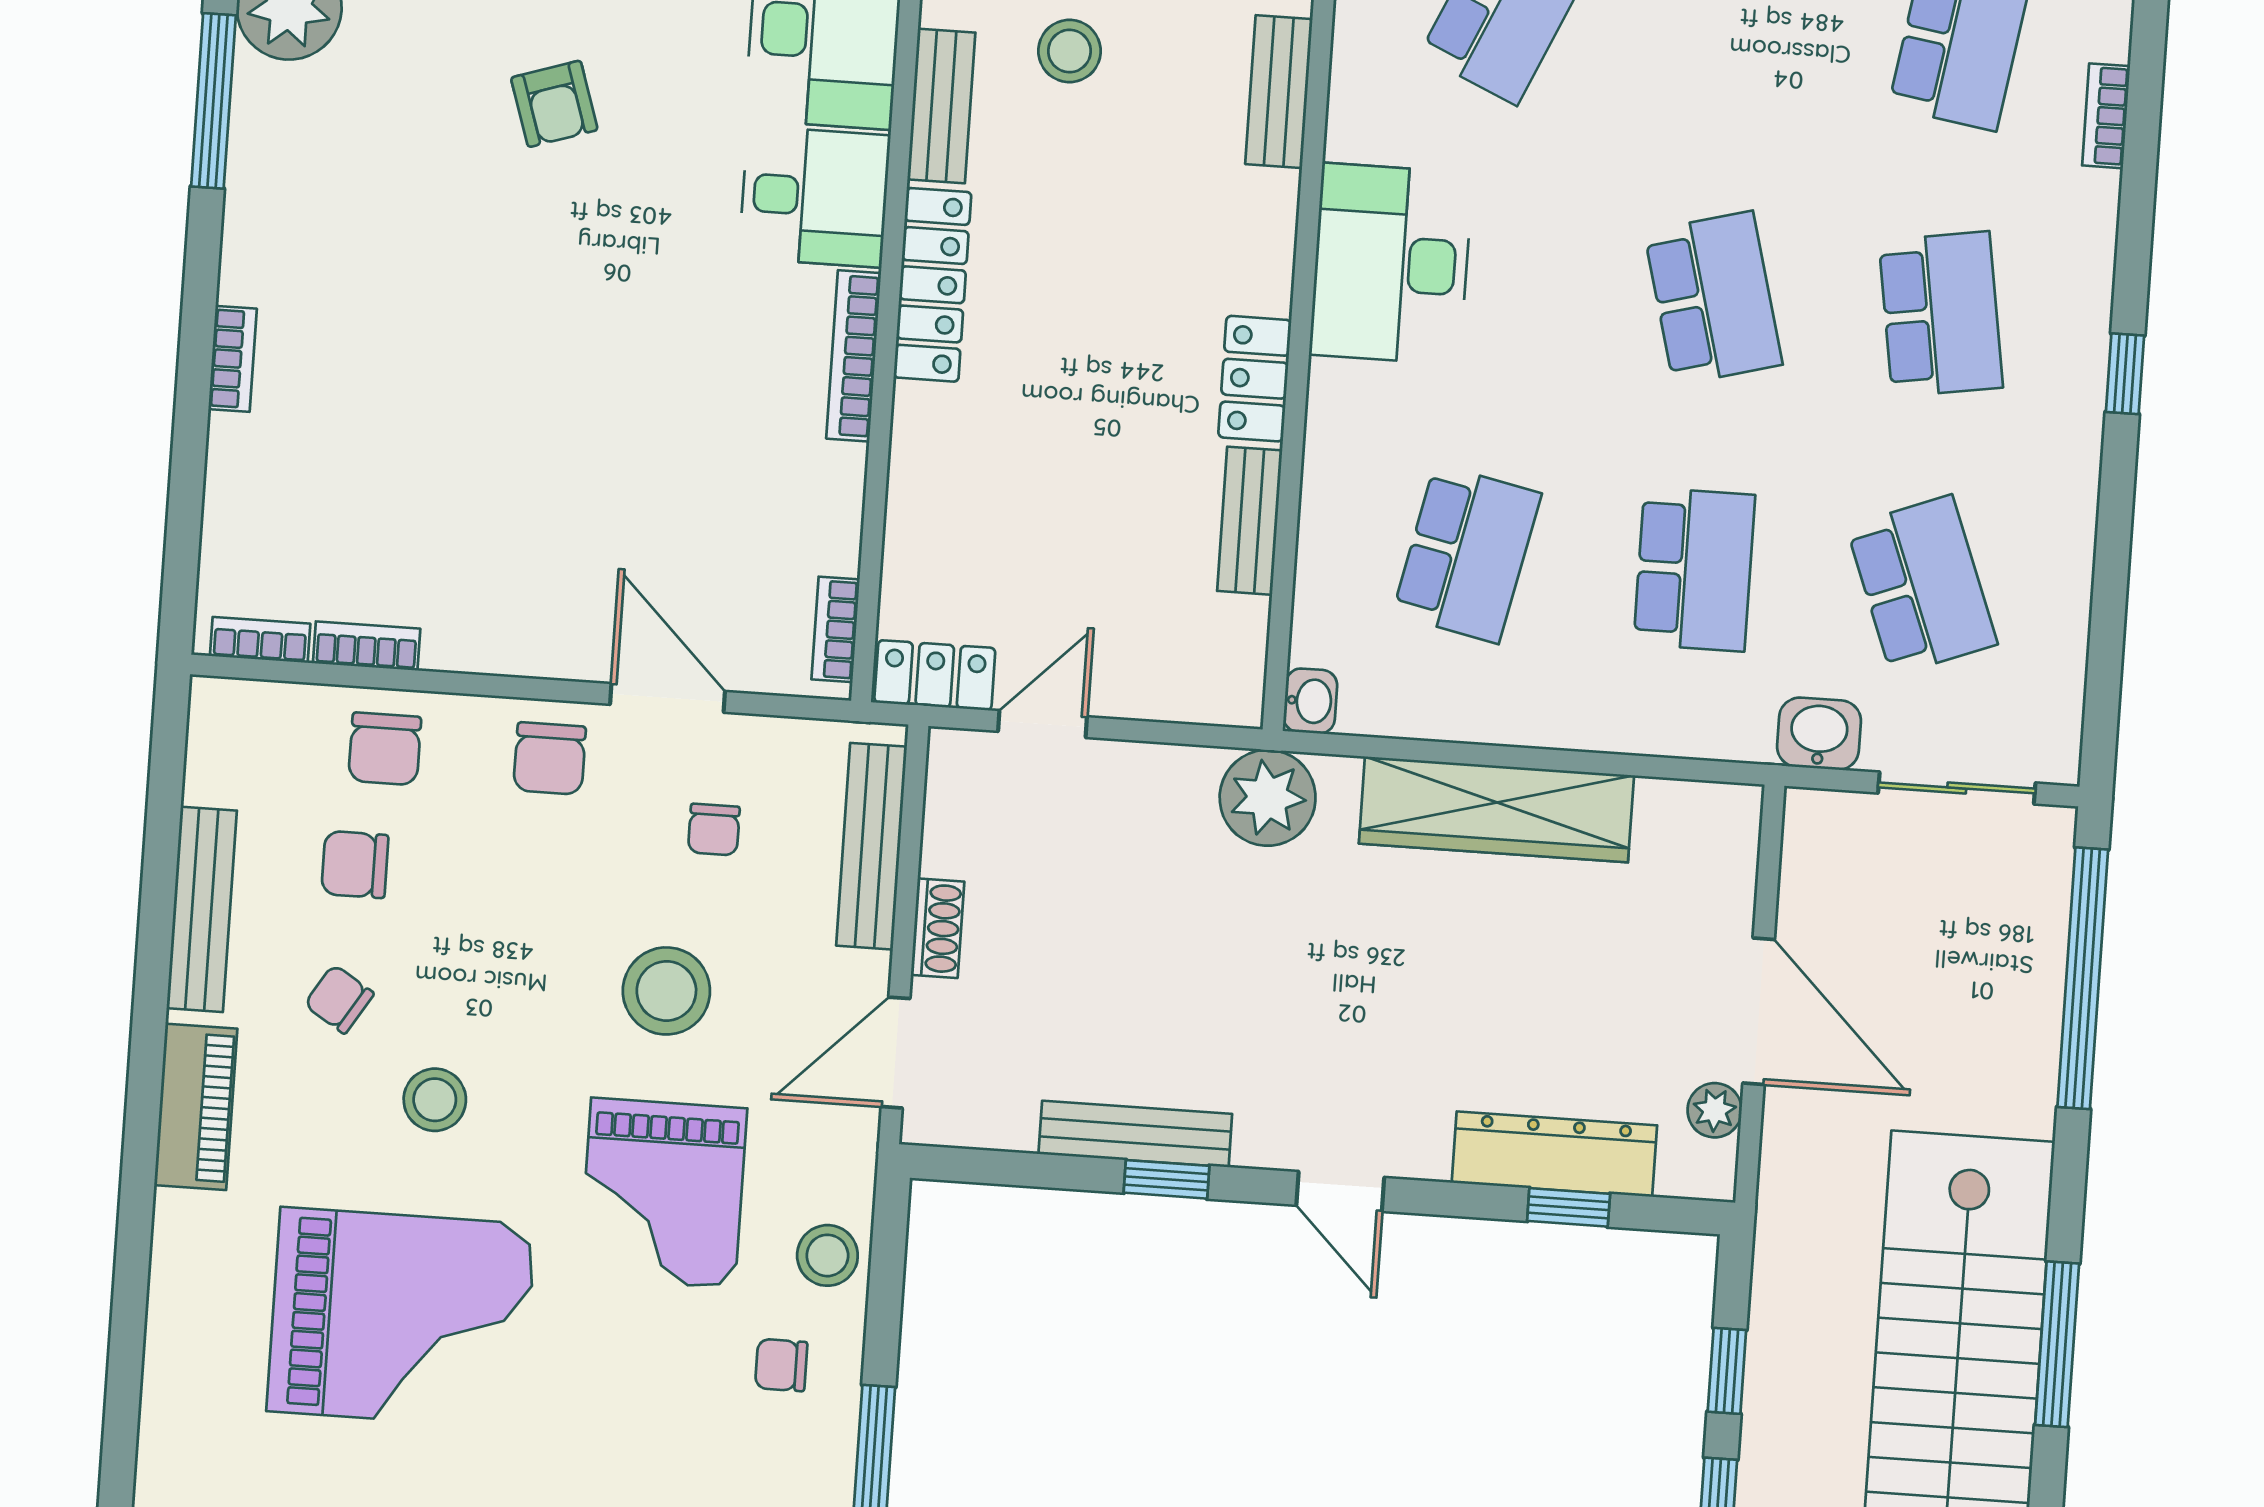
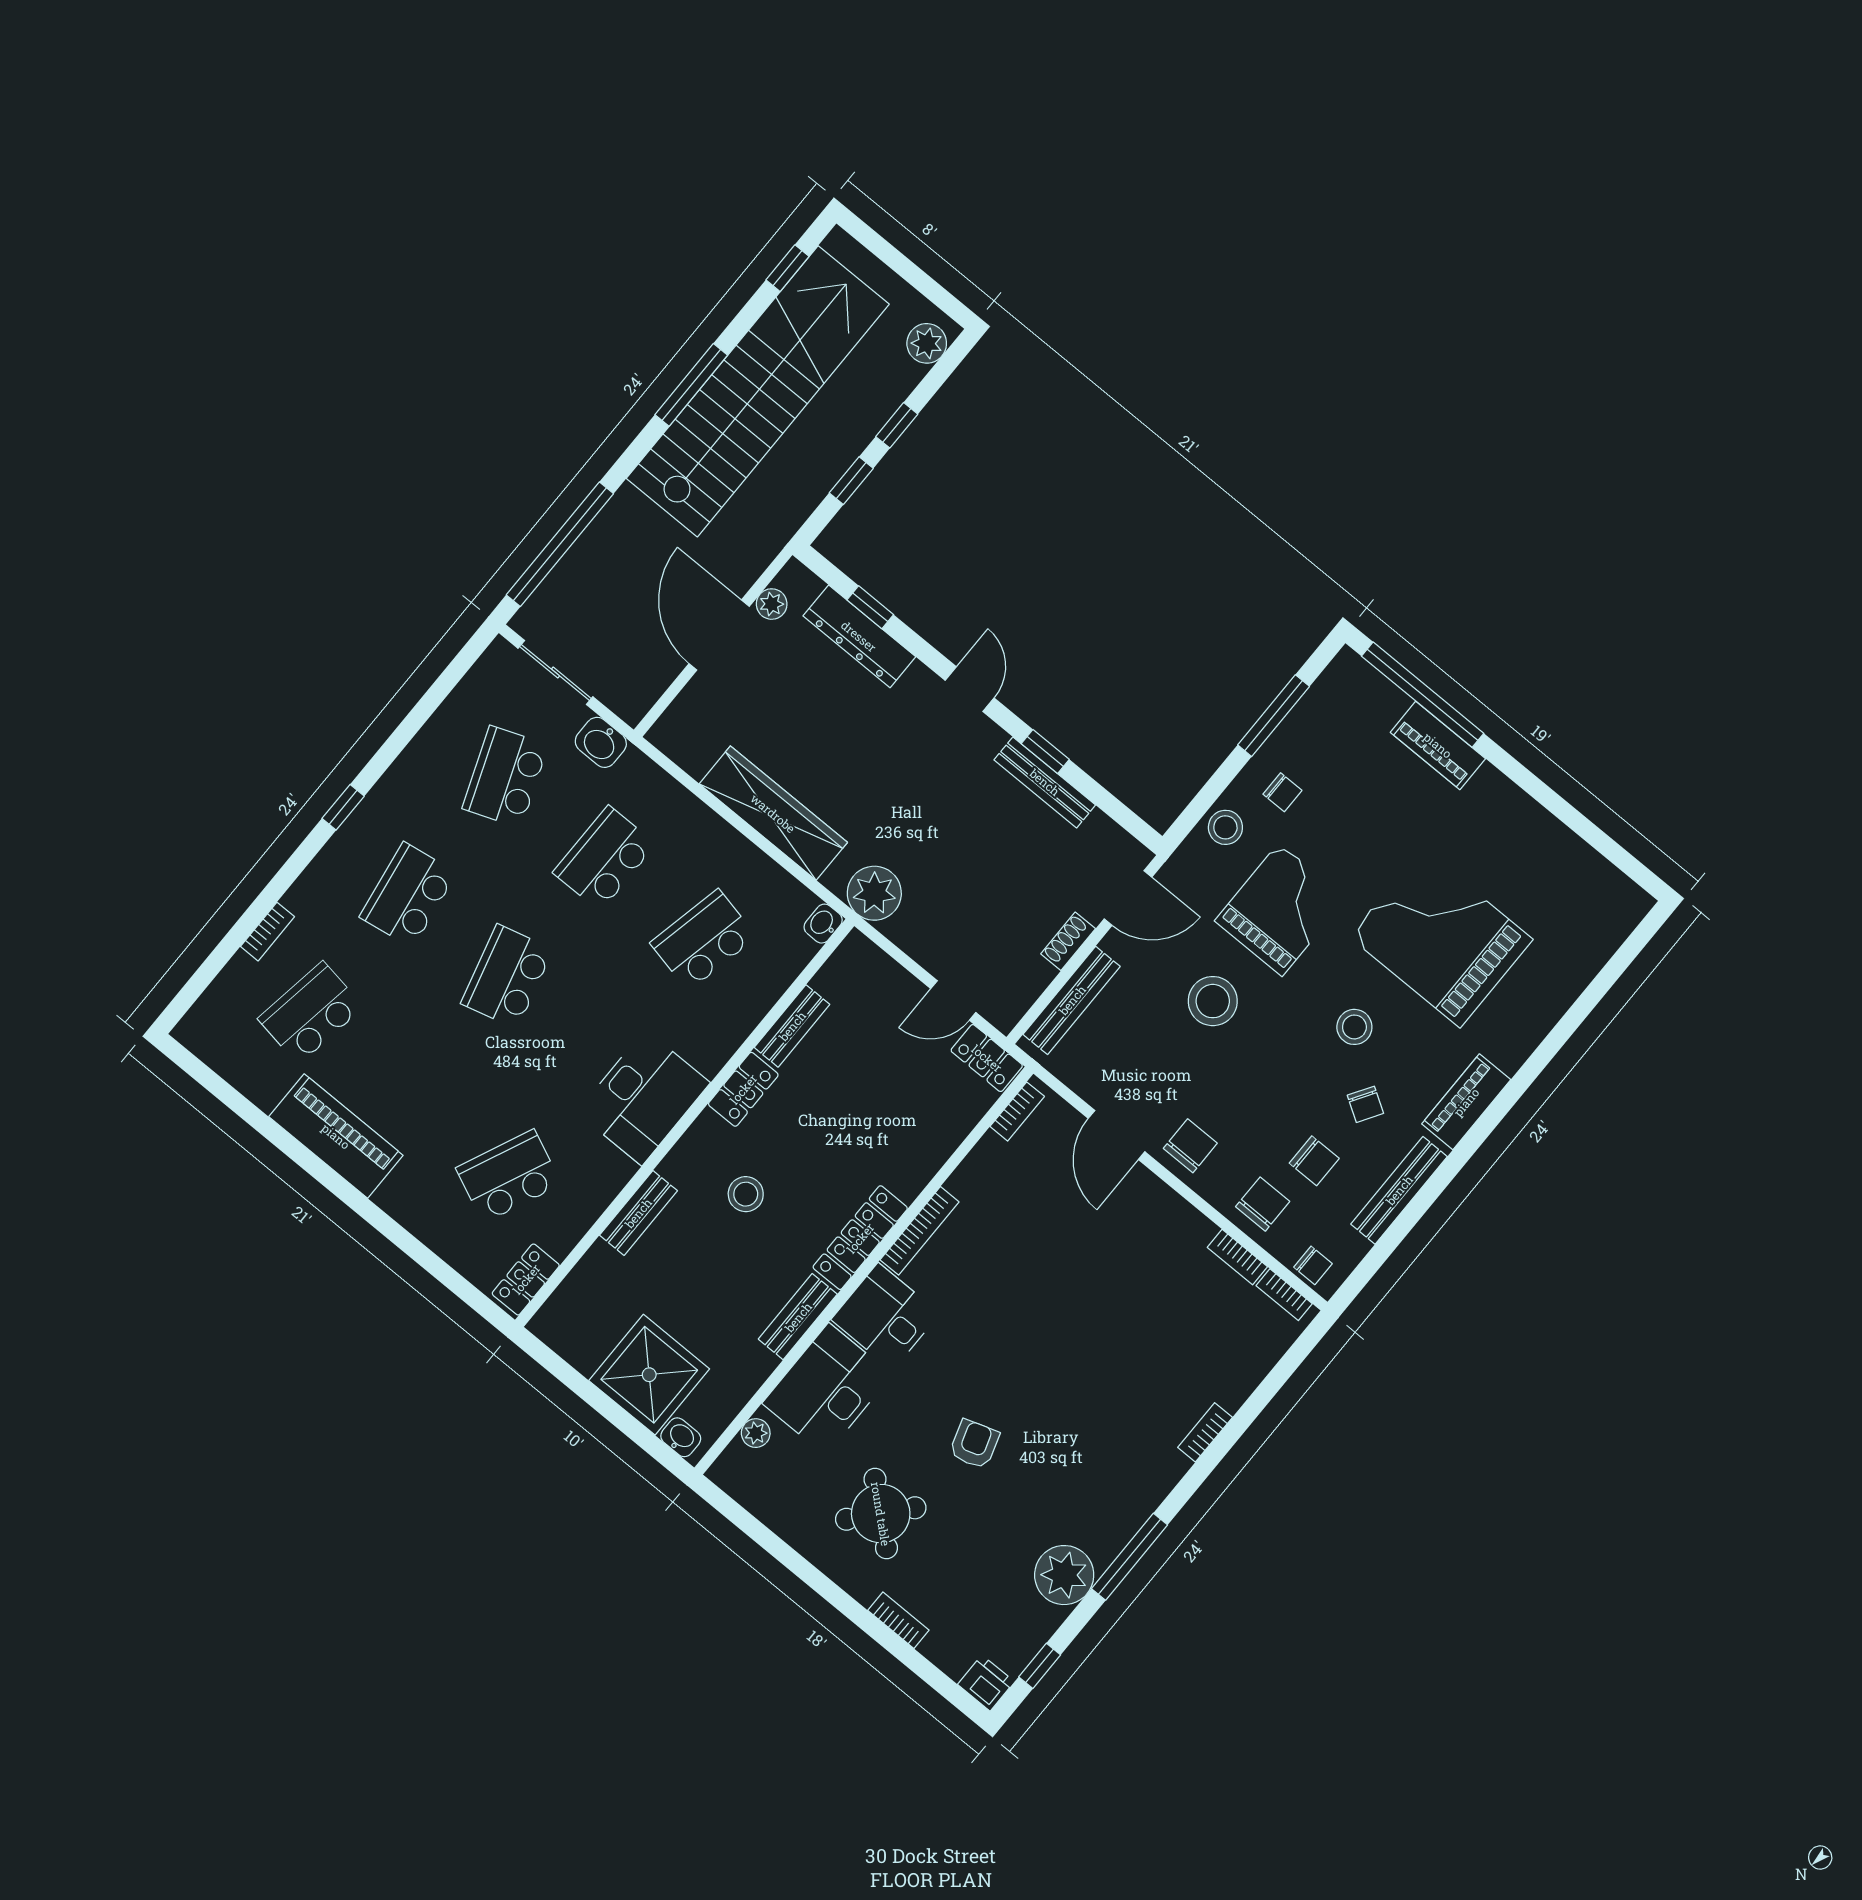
stool: (1069, 51) -> (746, 1194), moved
chair: (714, 829) -> (1313, 1265), moved, turned 90

